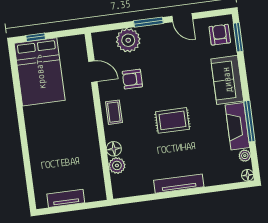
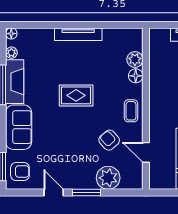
armchair: (220, 35) -> (20, 171), turned -90
armchair: (132, 79) -> (109, 140), turned -132

